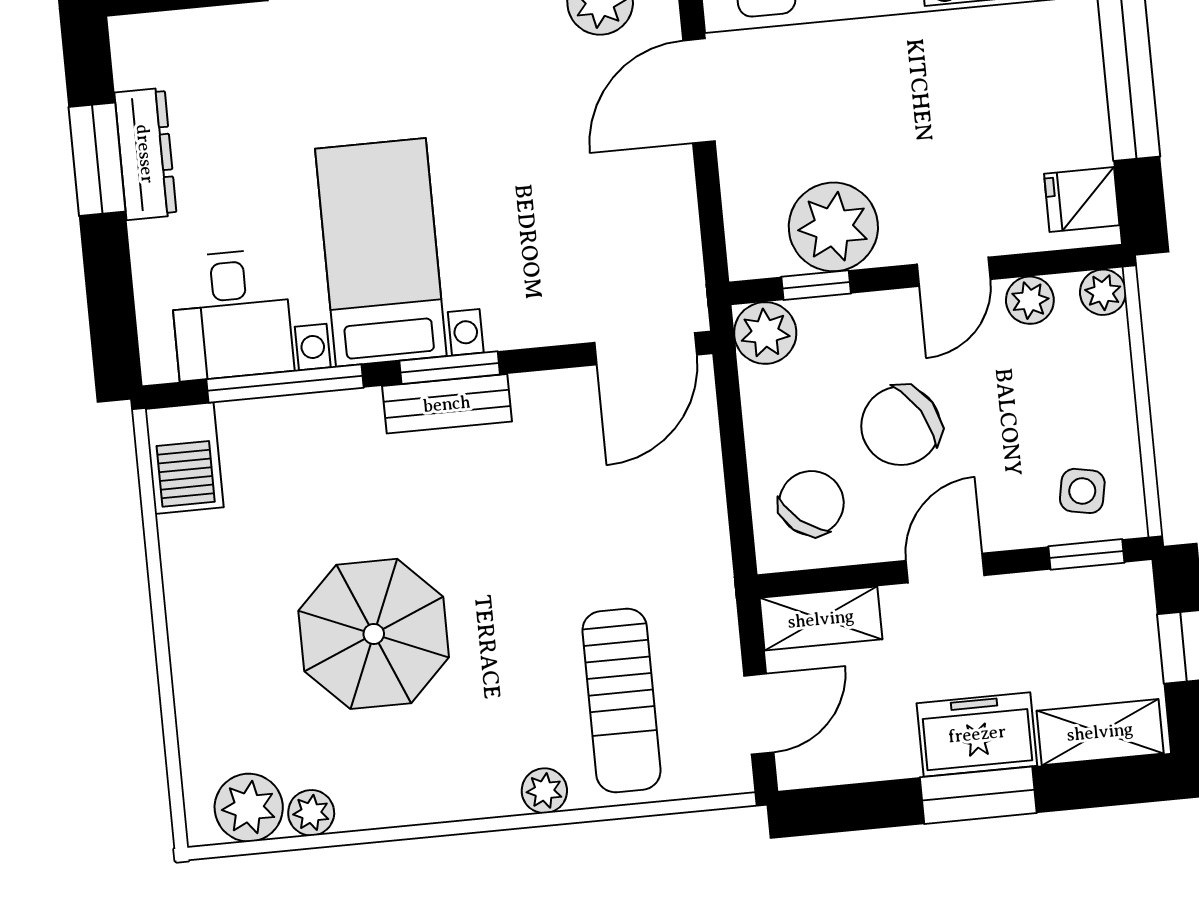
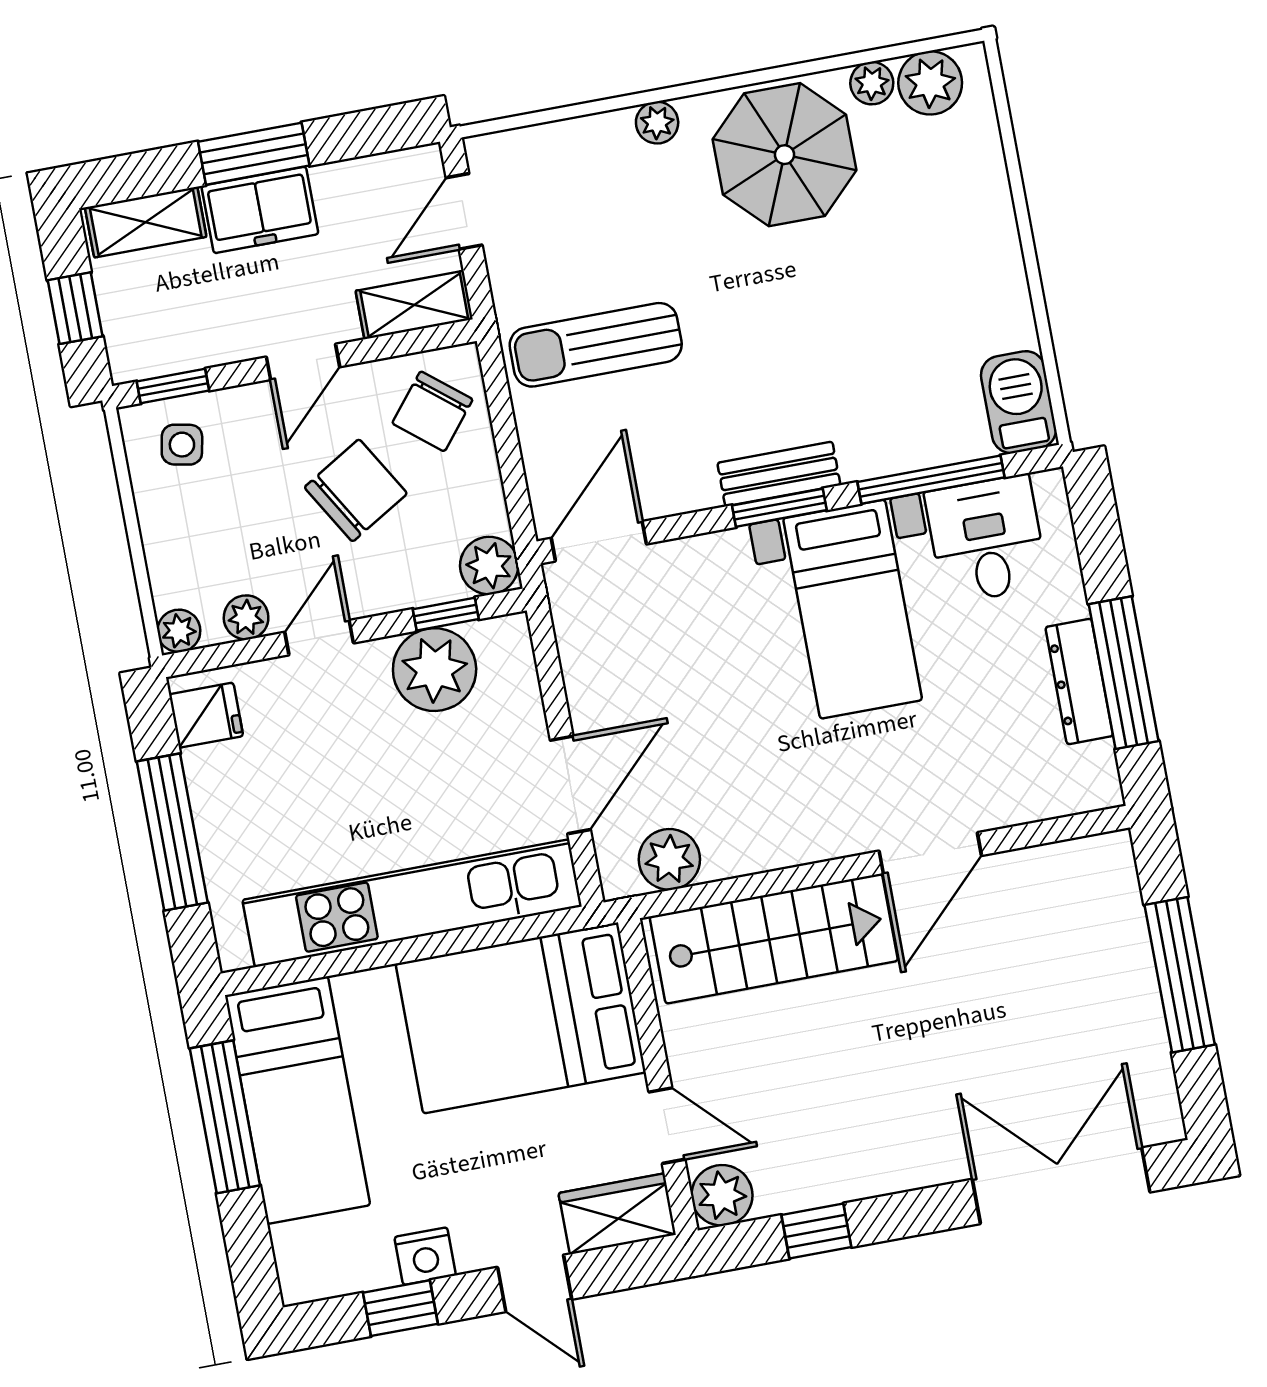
window: (97, 159) -> (1124, 673), width x1.44
parasol: (374, 634) -> (785, 155), moved
sun lounger: (621, 701) -> (596, 345), moved, turned -90

